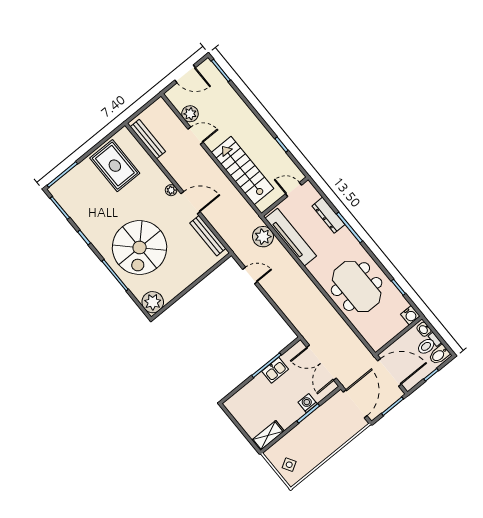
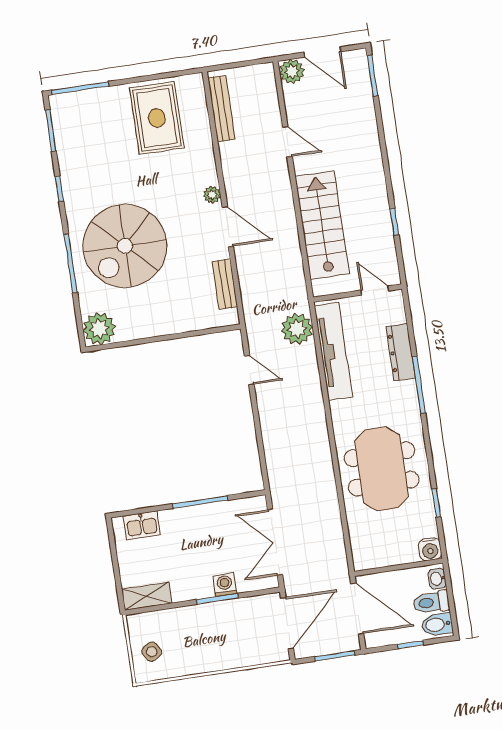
plant: (190, 114) -> (292, 71), moved
bench: (208, 236) -> (225, 284), width x0.73
kitchen sink: (275, 370) -> (142, 525), moved

